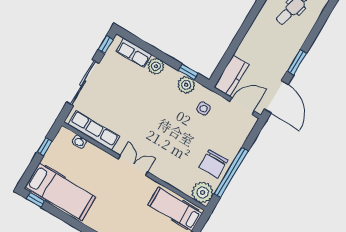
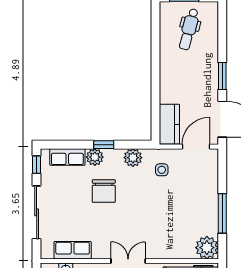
window: (188, 72) -> (104, 145), moved
row of seats: (94, 130) -> (73, 250), width x0.68
chair: (213, 164) -> (104, 191), moved
window: (231, 172) -> (222, 213), width x0.68

